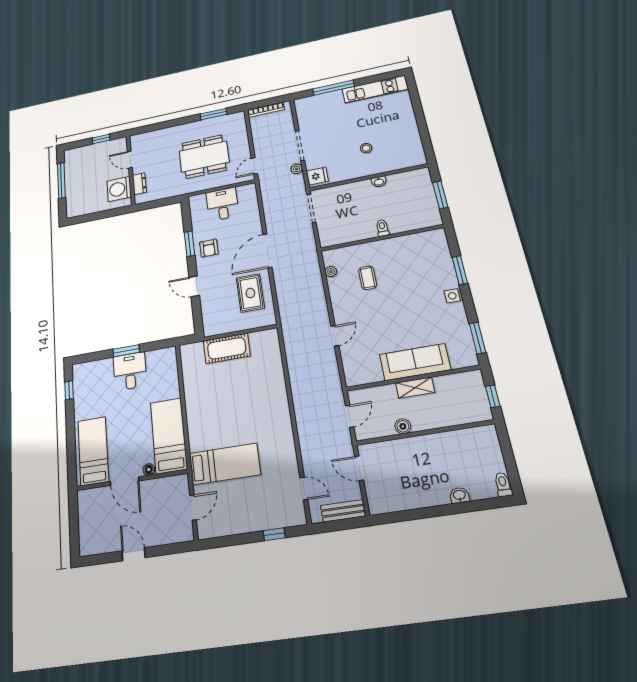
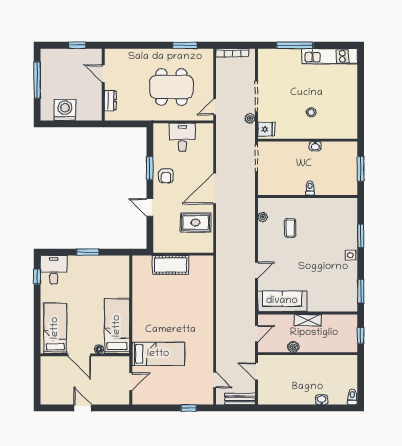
washing machine: (119, 189) -> (65, 110), moved, turned 90
rug: (250, 293) -> (196, 222), turned 90
sofa: (415, 362) -> (282, 301), moved
desk: (130, 371) -> (54, 270), moved

